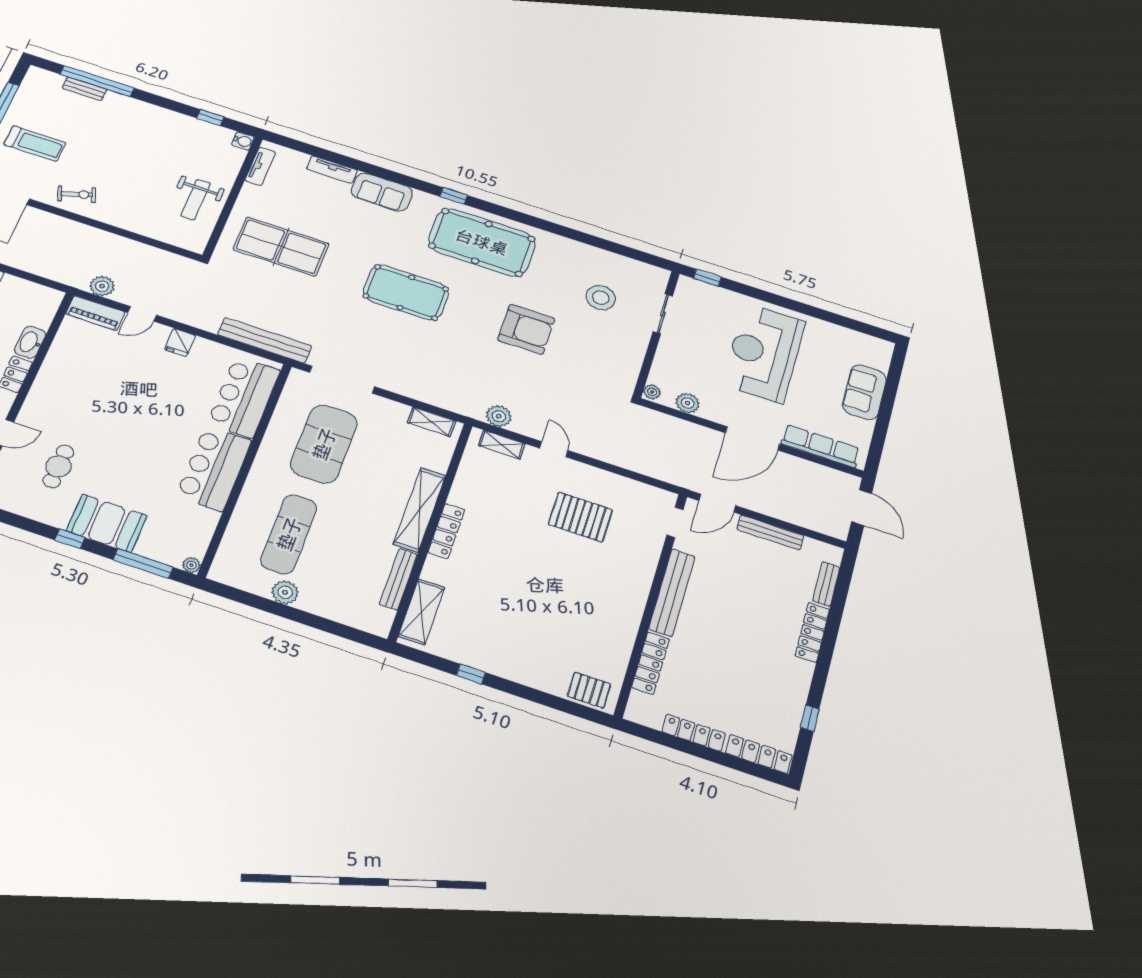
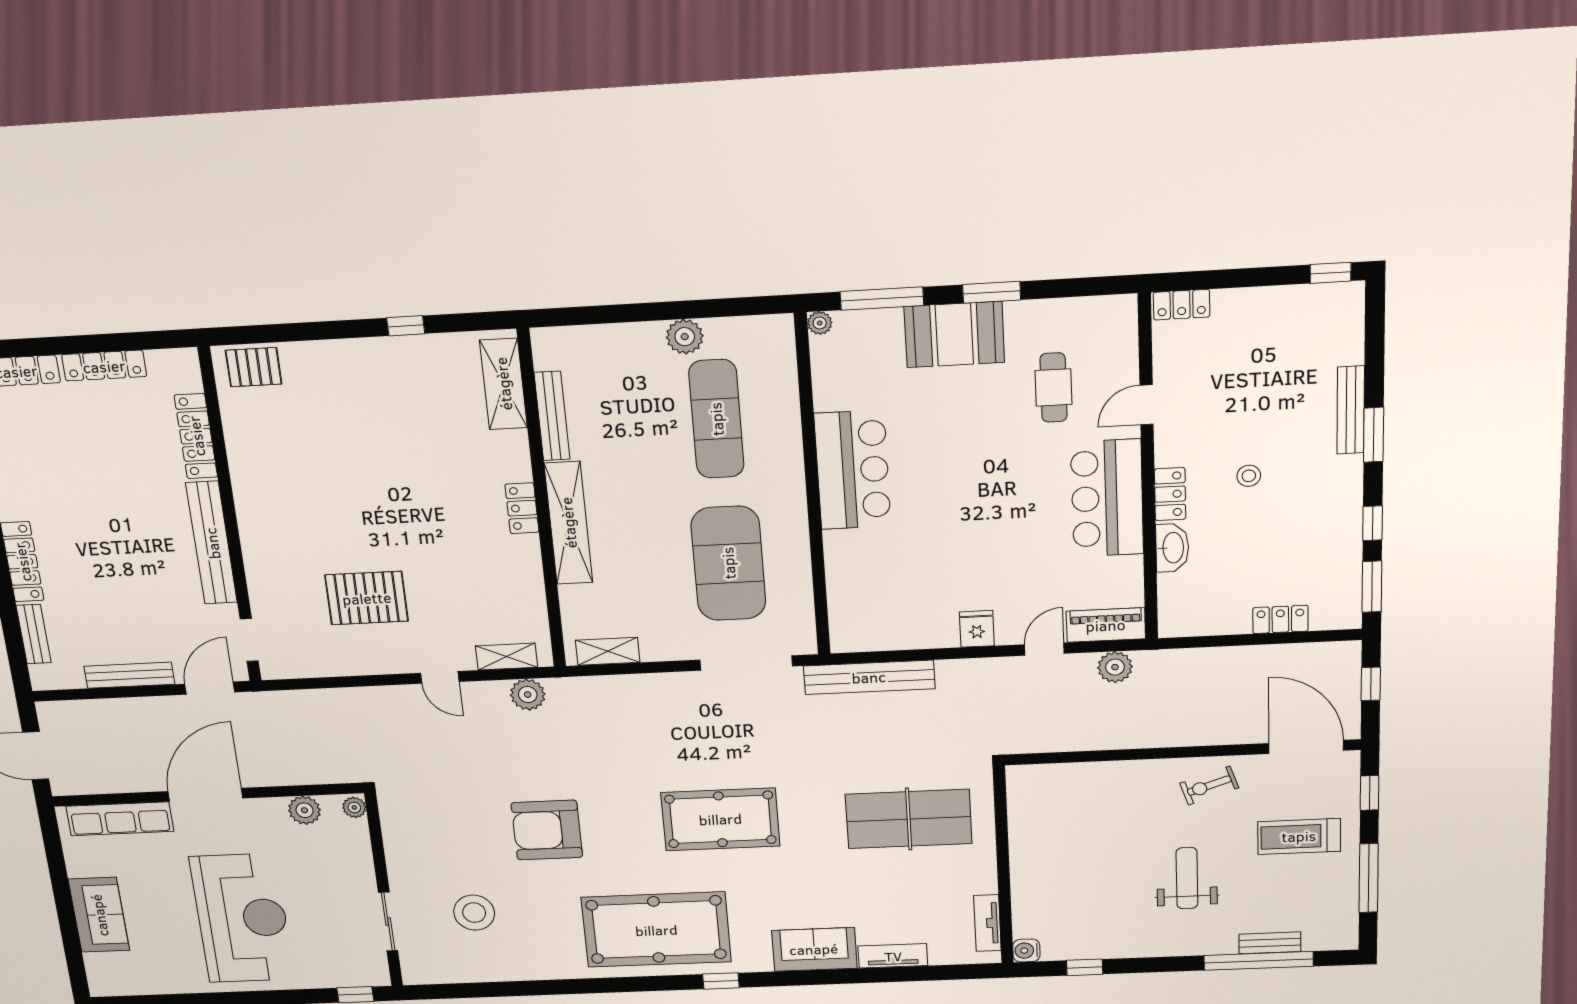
weight bench: (196, 200) -> (1187, 878), moved
bar counter: (244, 397) -> (1107, 498), moved, turned 180
locker: (447, 531) -> (522, 508), width x0.66
window: (70, 539) -> (992, 292), width x1.50

